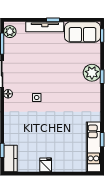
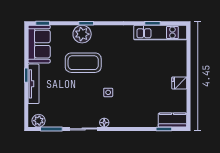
coffee table: (65, 74) -> (83, 63), added

